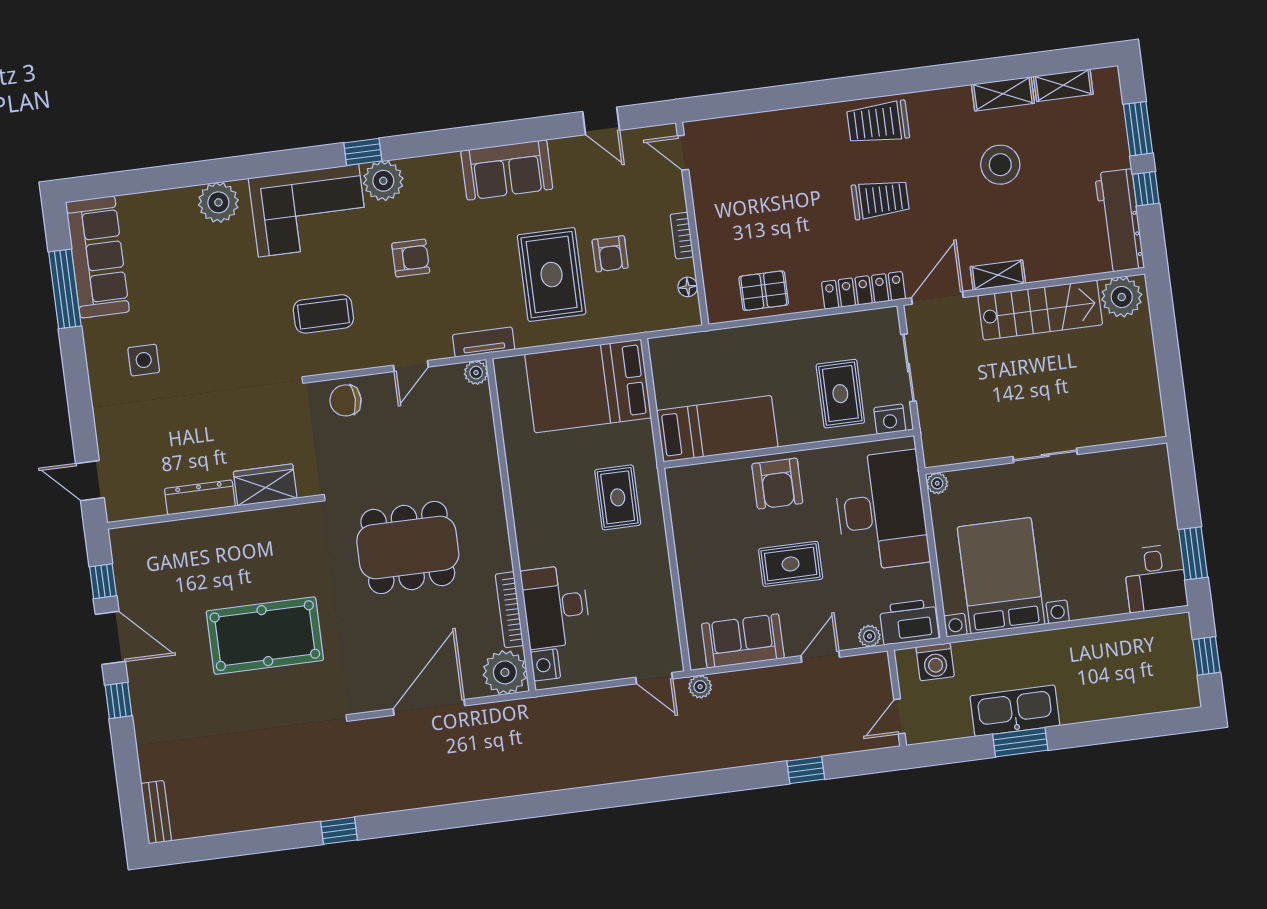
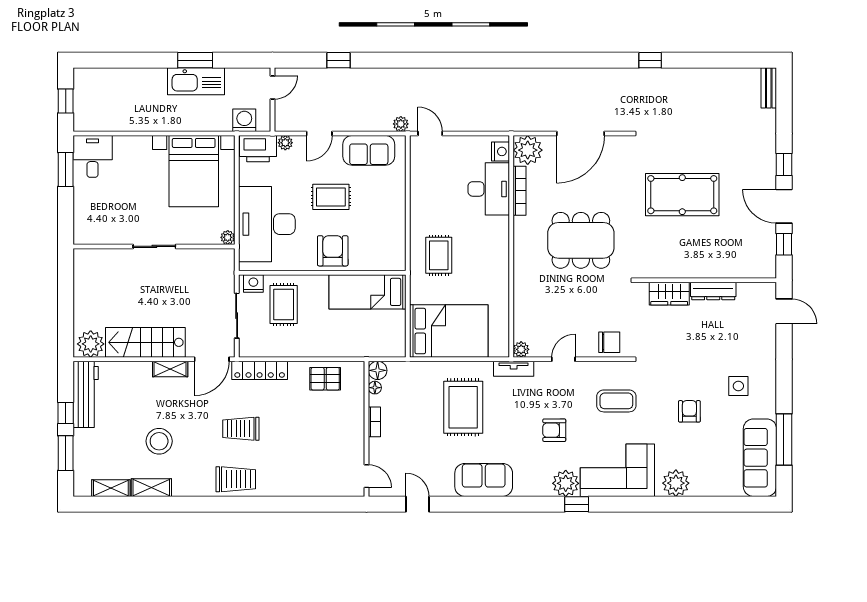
armchair: (610, 254) -> (689, 411), moved
floor lamp: (687, 313) -> (378, 370), added

